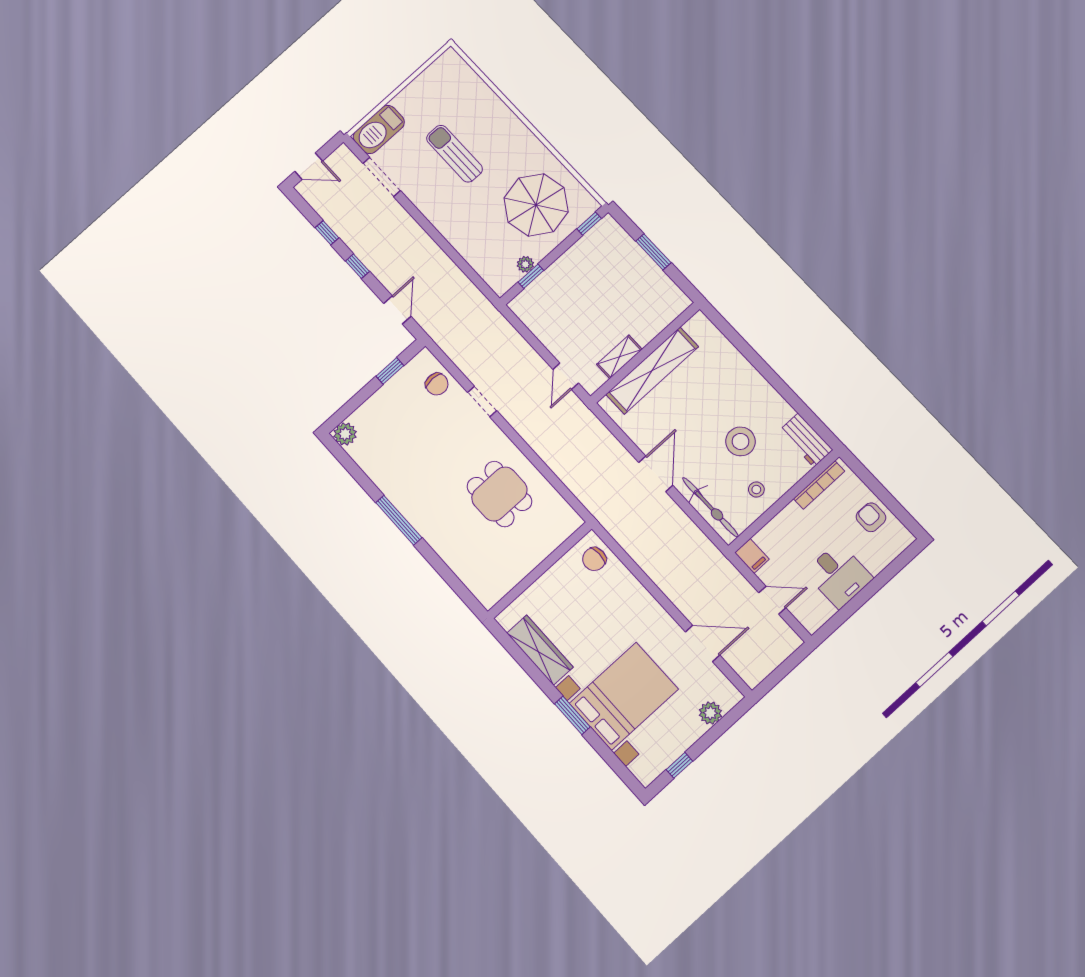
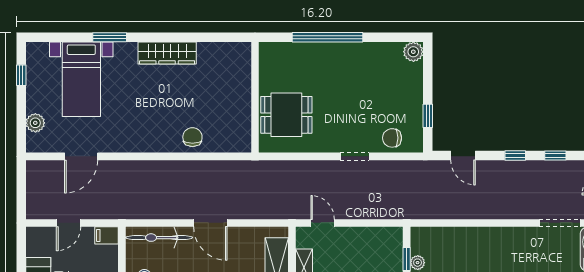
window: (399, 520) -> (327, 37), width x1.46
wall: (540, 570) -> (255, 97), moved
bed with nightstands: (624, 696) -> (81, 79), width x0.73

